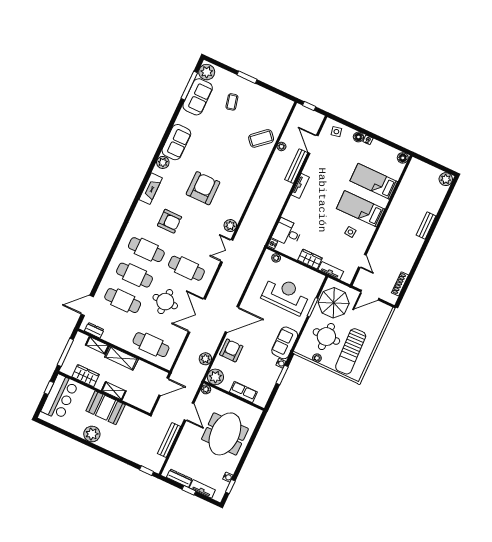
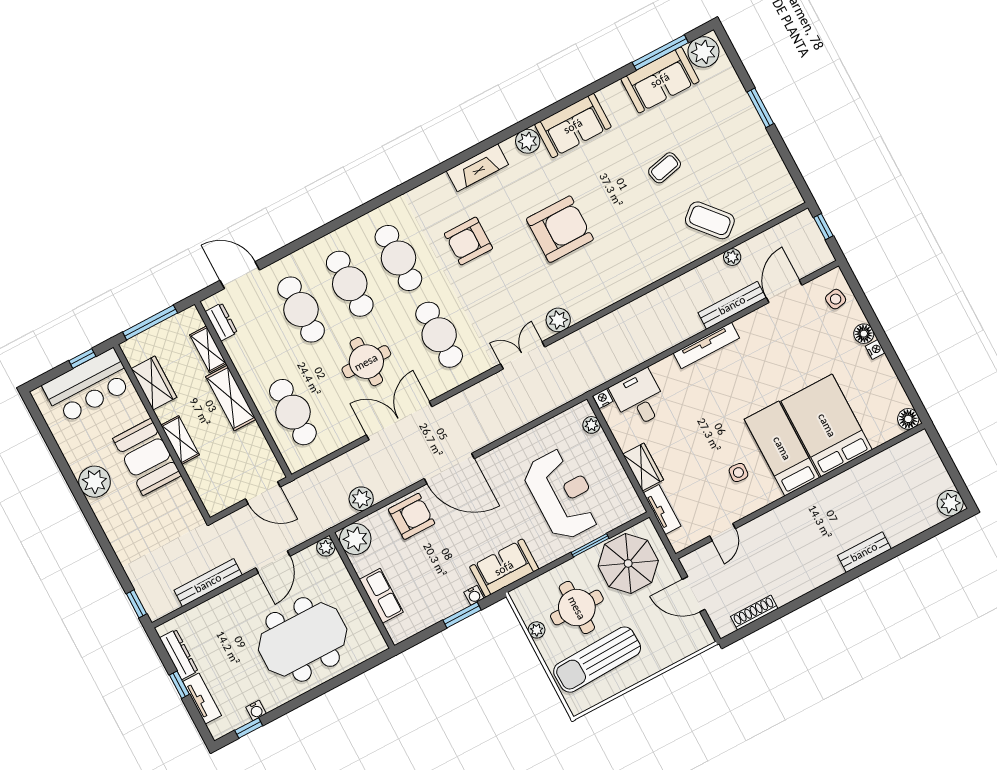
coffee table: (232, 102) -> (665, 168), moved
bed: (374, 181) -> (827, 425), width x1.50
tv unit: (300, 186) -> (706, 346), width x1.41
armchair: (170, 221) -> (468, 241), turned 90

